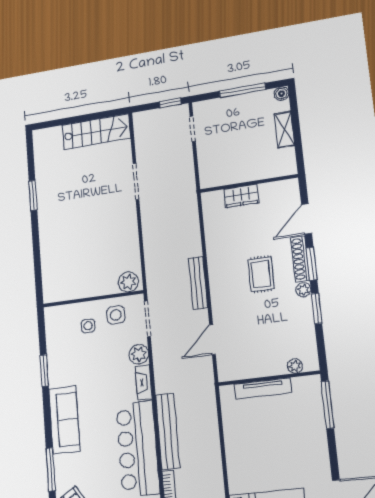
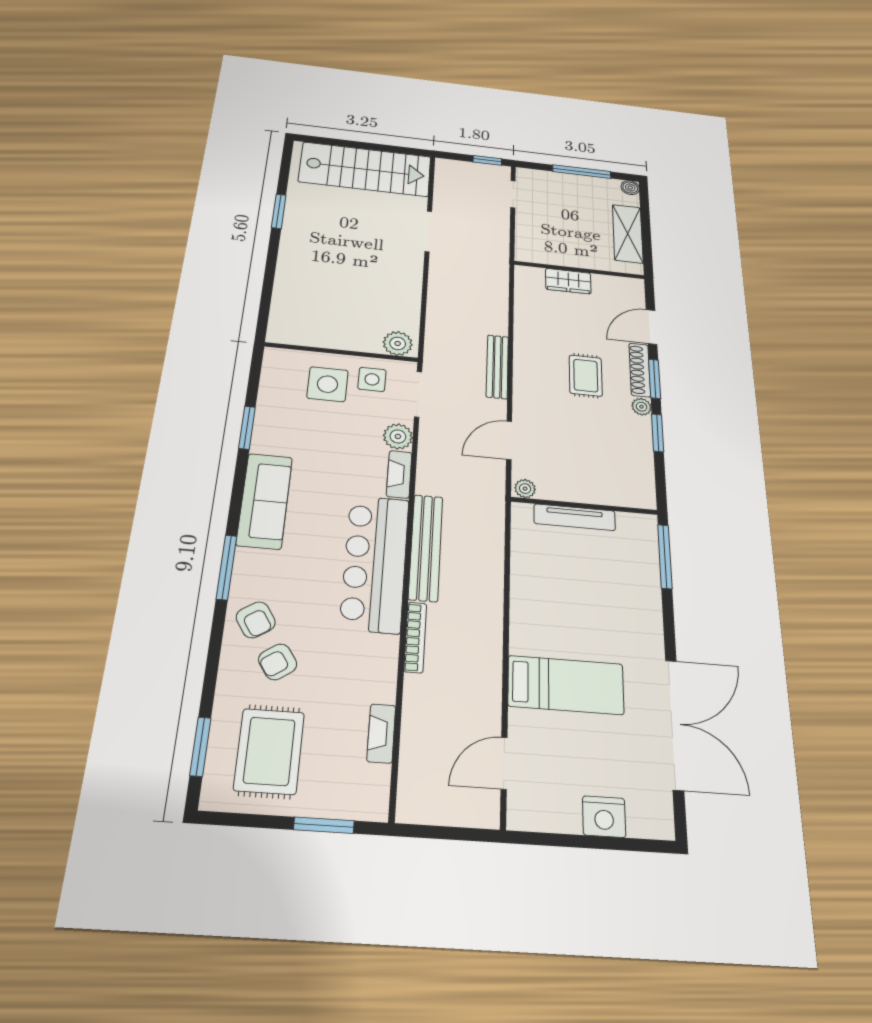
shelving: (284, 130) -> (628, 234), width x1.50, depth x1.33
stairs: (96, 132) -> (365, 169), width x1.36, depth x1.51
side table: (88, 326) -> (328, 384), width x1.87, depth x1.87
plant: (295, 366) -> (525, 489), moved

